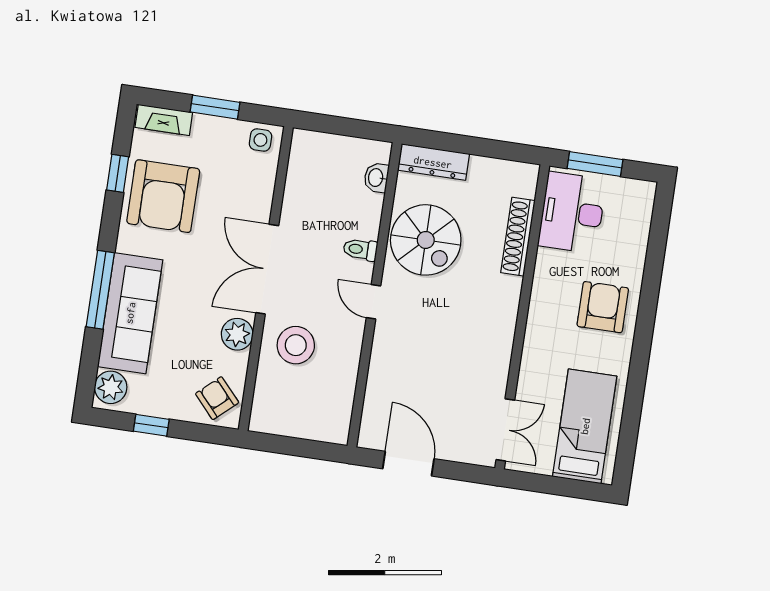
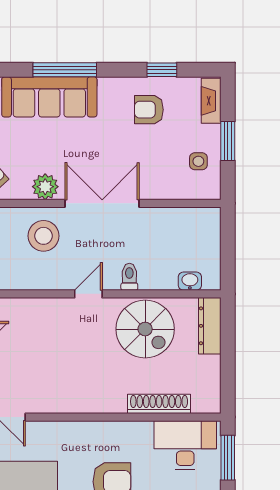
side table: (260, 140) -> (198, 161), moved
armchair: (163, 196) -> (149, 110), width x0.53, depth x0.53
spiral stairs: (426, 240) -> (145, 329), turned -90

